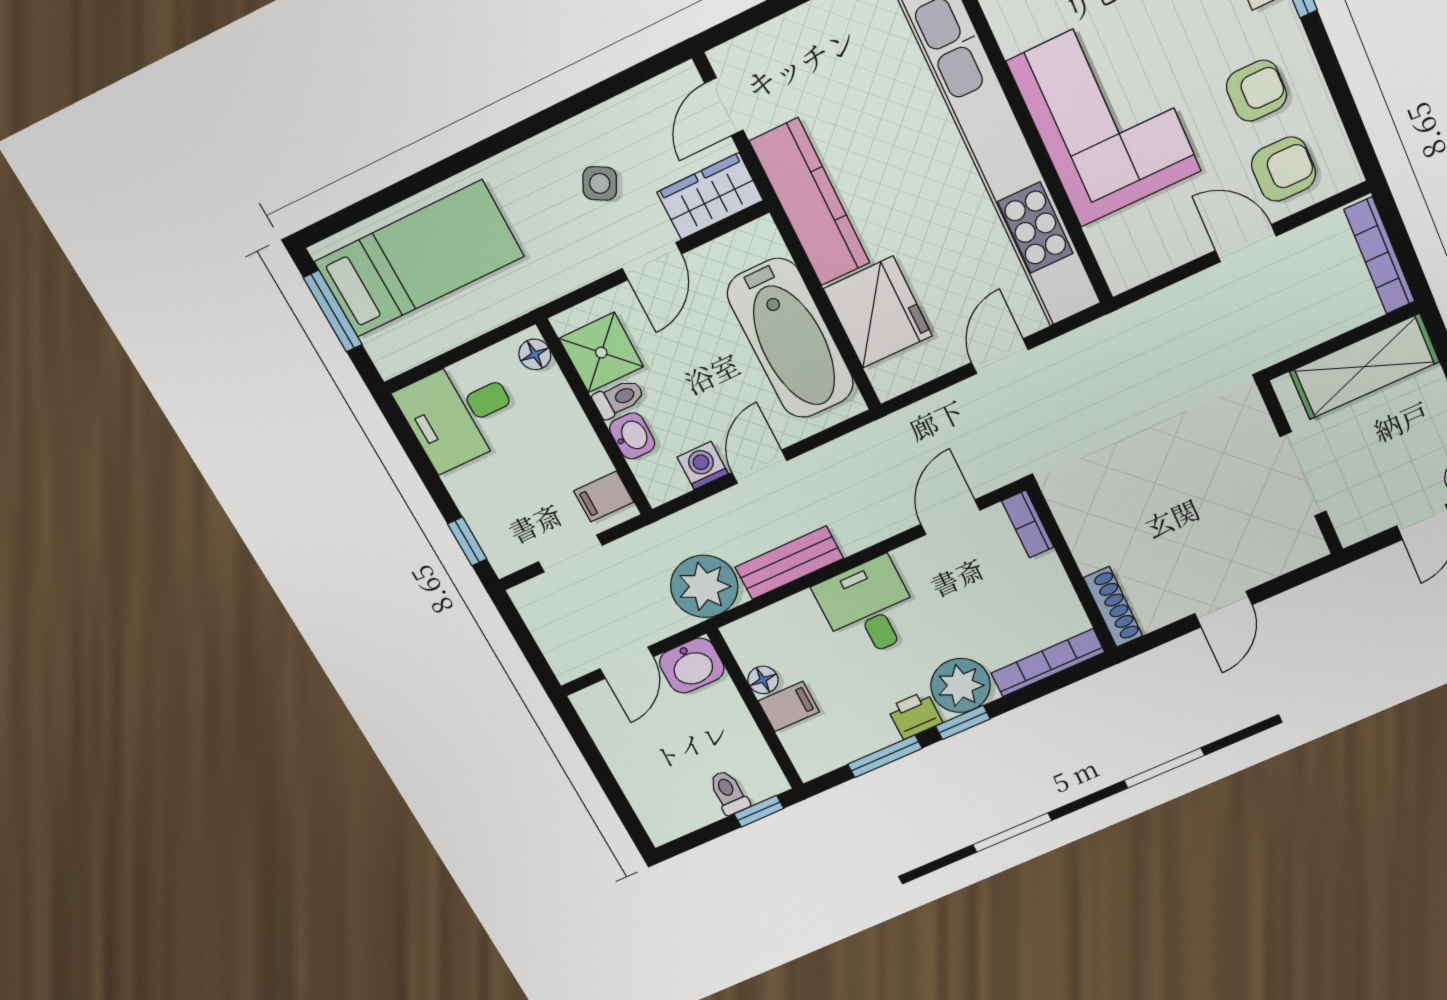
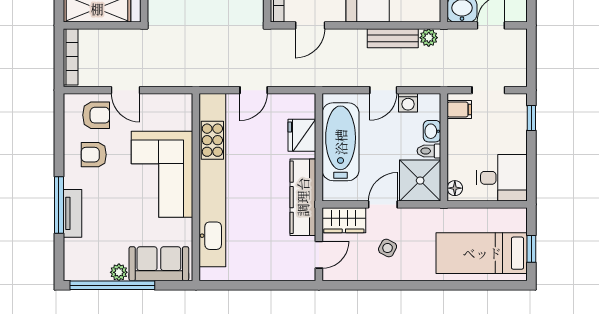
armchair: (1284, 169) -> (96, 115), turned 180
window: (333, 311) -> (531, 249), width x0.67
fridge: (878, 312) -> (302, 135), width x0.73, depth x0.75
shower: (601, 353) -> (420, 181), width x1.36, depth x1.36
plant: (704, 586) -> (429, 38), width x0.53, depth x0.53

